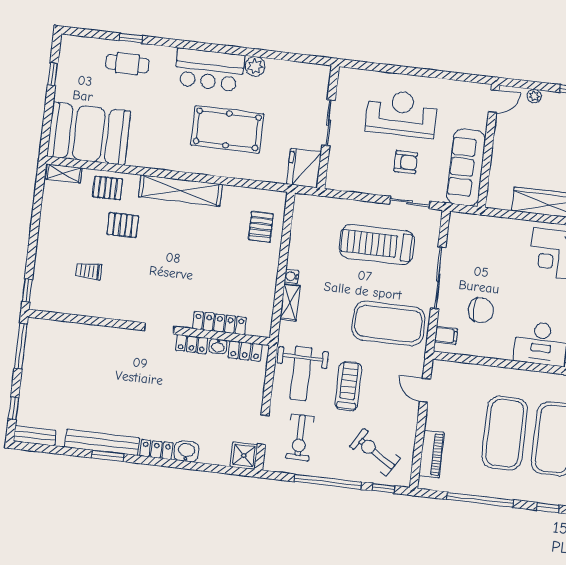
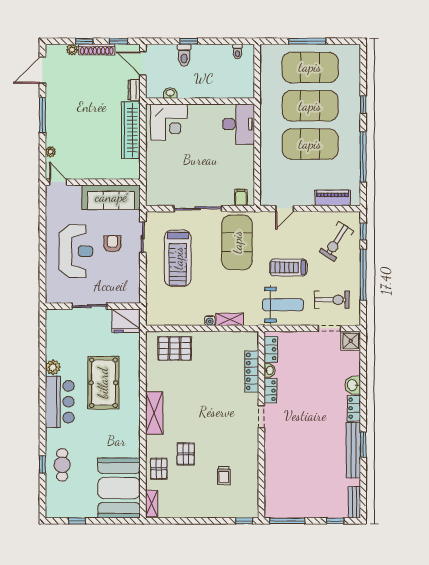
reception desk: (402, 114) -> (76, 251), turned 180
shelving: (180, 191) -> (154, 413), width x0.68
pallet: (261, 227) -> (175, 348), width x1.50, depth x1.42
chair: (481, 310) -> (219, 173), removed

